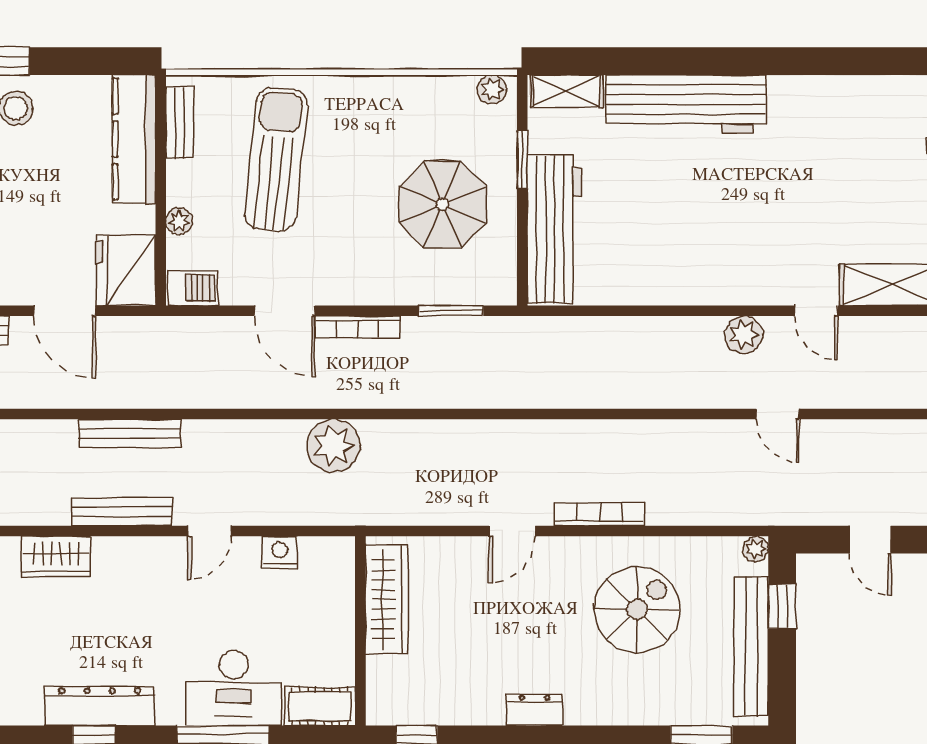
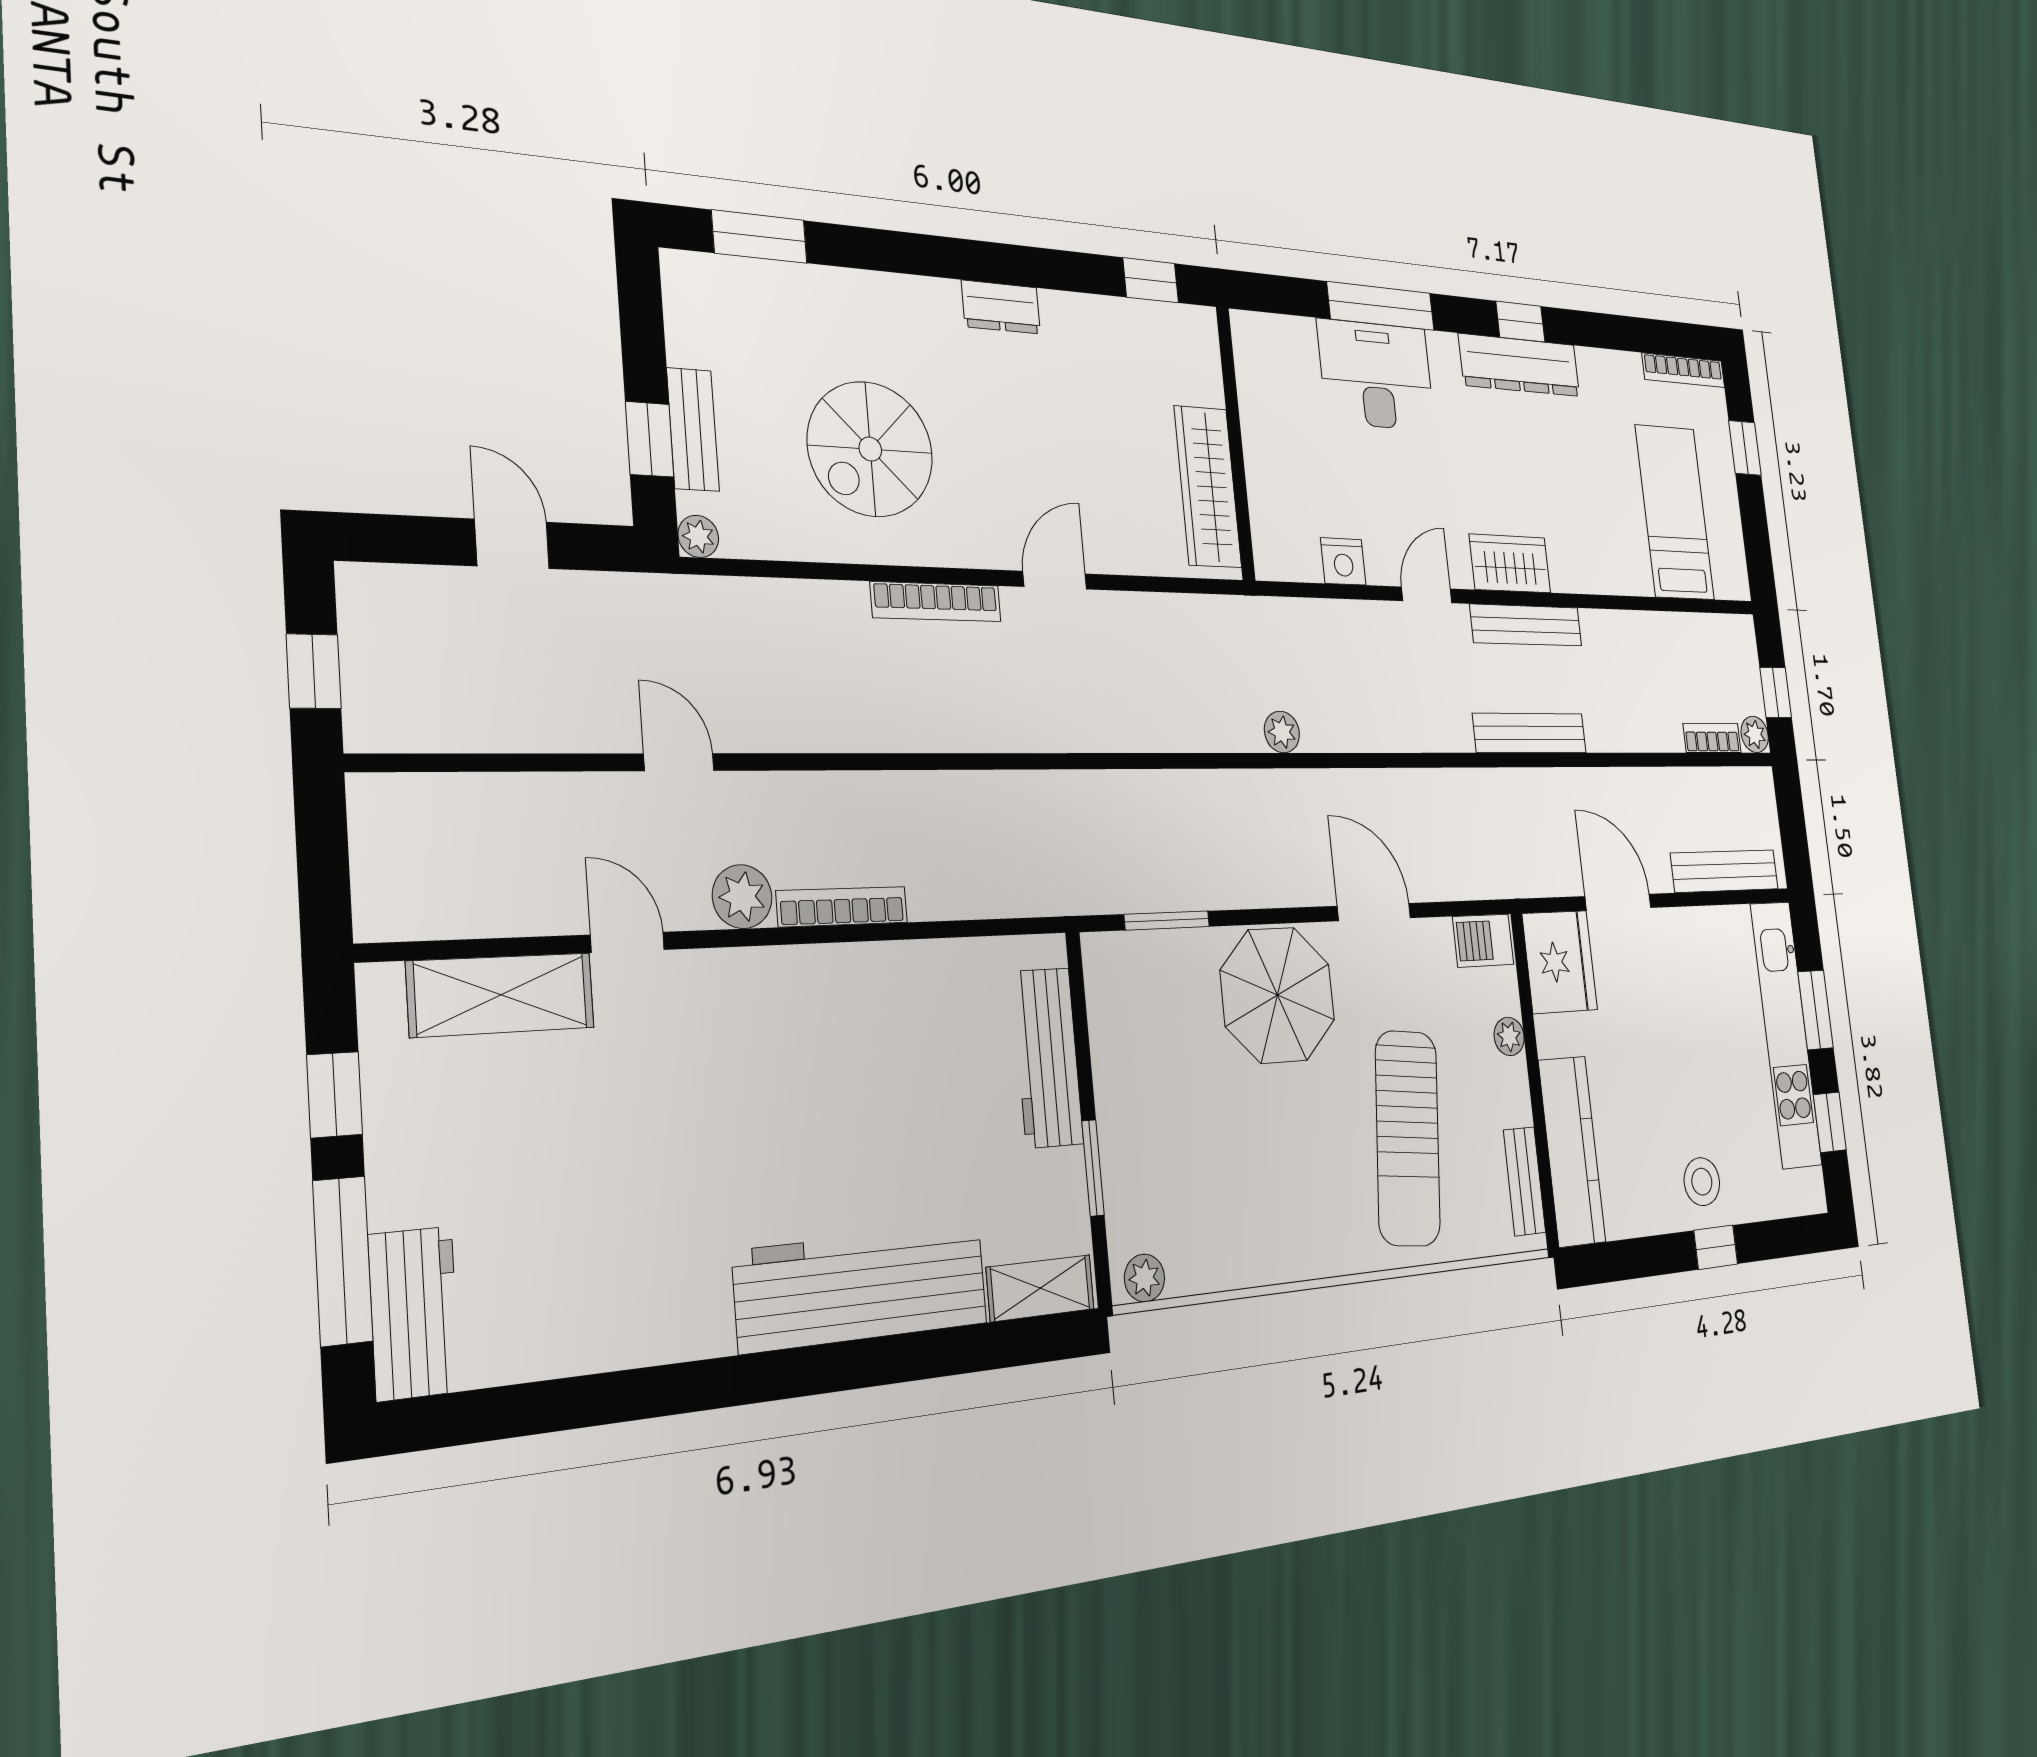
parasol: (442, 204) -> (1278, 995), moved
workbench: (554, 229) -> (1048, 1058), width x0.73, depth x0.76
bookcase: (358, 327) -> (842, 907), moved
plant: (333, 446) -> (1282, 732), width x0.53, depth x0.53
wardrobe: (56, 557) -> (1510, 564), moved
bench: (751, 646) -> (693, 429), width x0.54, depth x0.82
cot: (320, 706) -> (1274, 340), removed

